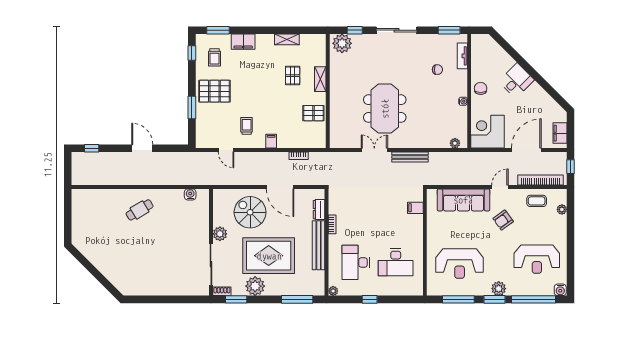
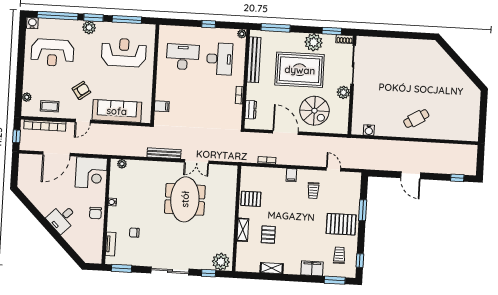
filing cabinet: (560, 133) -> (25, 168), removed
bench: (319, 245) -> (254, 60), moved
reception desk: (537, 259) -> (52, 53), turned 180

